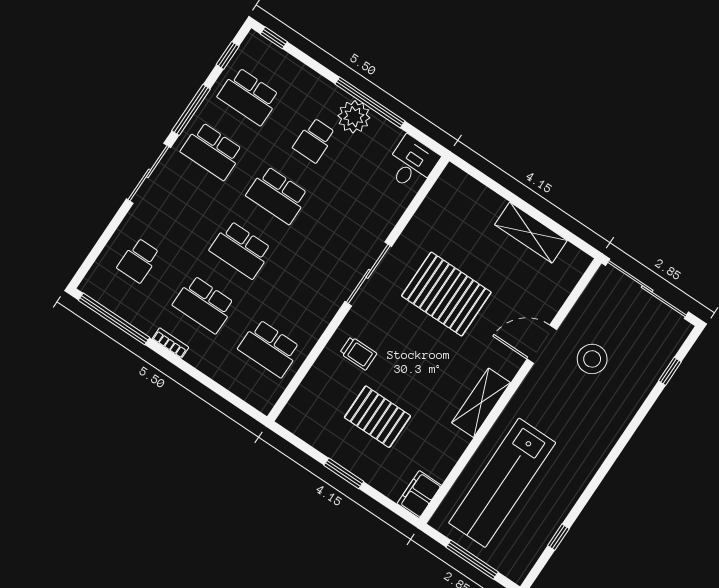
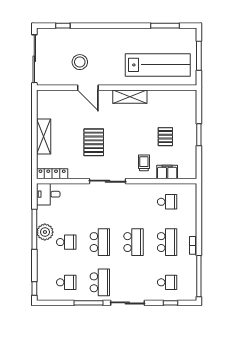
window: (228, 55) -> (171, 303), moved
school desk: (249, 96) -> (66, 282), width x0.54
locker: (441, 192) -> (52, 174), added
shelving: (531, 233) -> (44, 136), moved
pallet: (446, 294) -> (94, 142), width x0.73, depth x0.71
school desk: (269, 348) -> (167, 202), width x0.54
pallet: (377, 417) -> (165, 137), width x0.67, depth x0.71
filing cabinet: (419, 494) -> (167, 172), moved, turned 180
window: (558, 537) -> (165, 26), width x2.17

